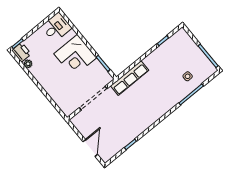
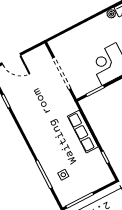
row of seats: (130, 78) -> (83, 132), moved

